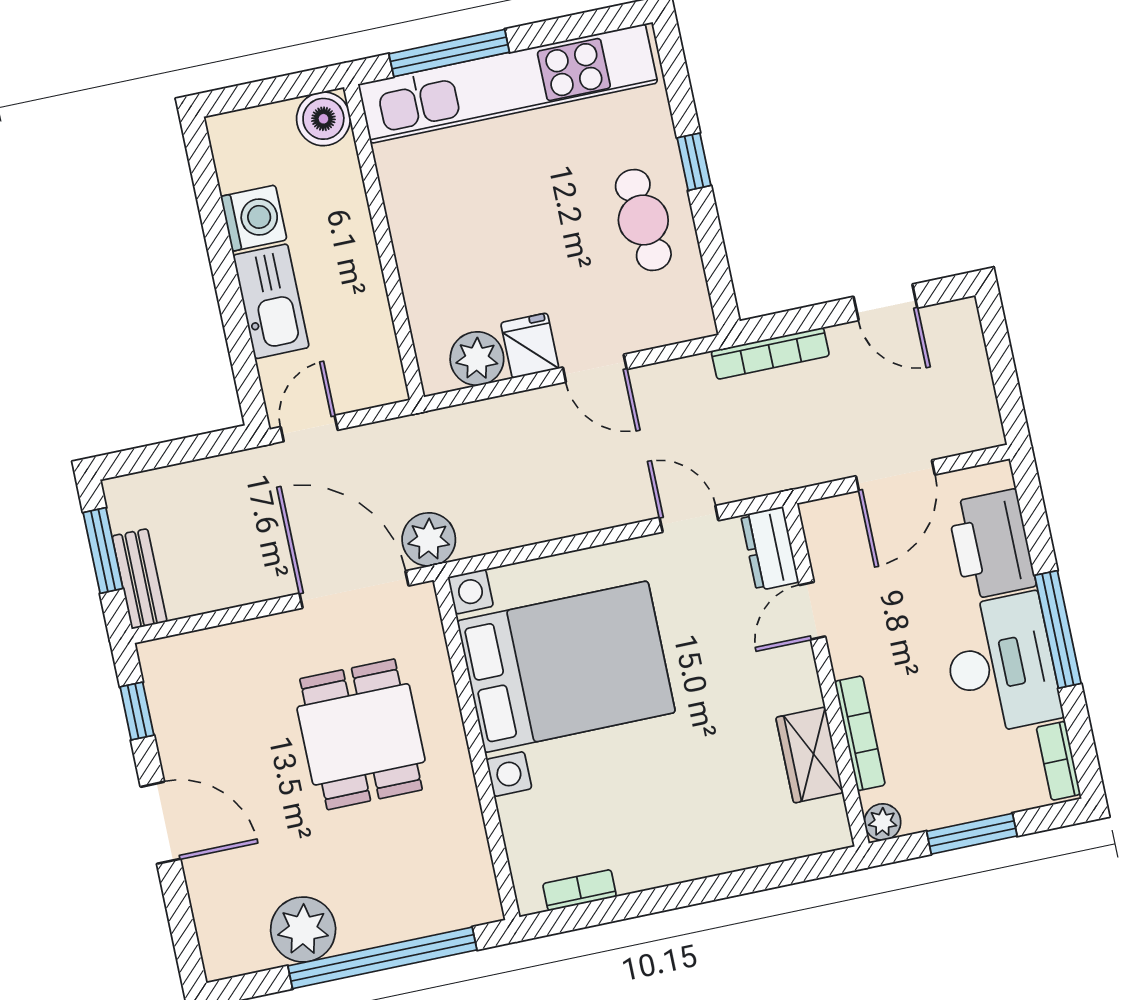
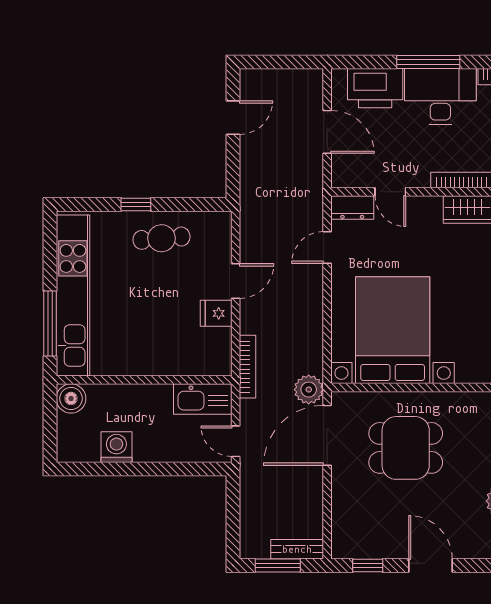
kitchen sink: (271, 301) -> (203, 399), moved, turned 180
bookcase: (770, 353) -> (247, 367), moved
plant: (477, 359) -> (217, 343), removed
door: (160, 823) -> (430, 566), hinge flipped

